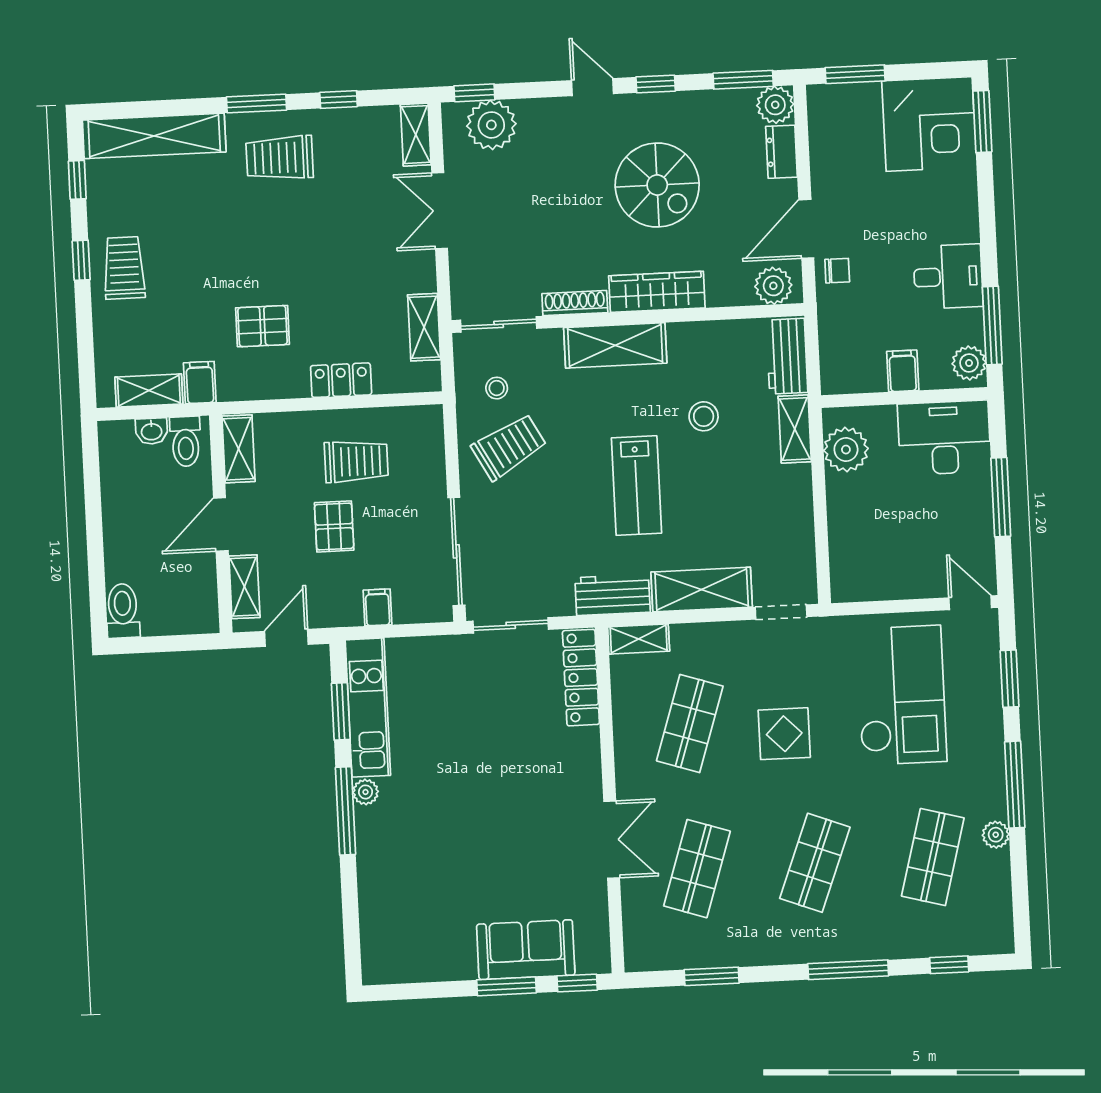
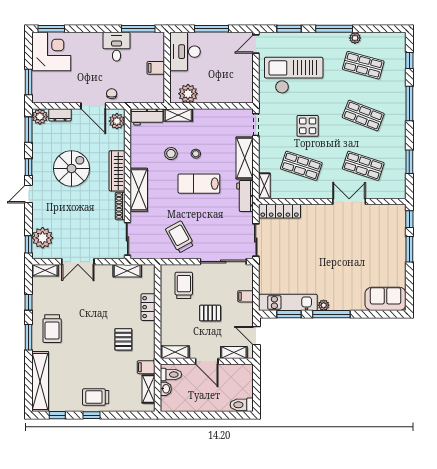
plant: (969, 363) -> (154, 40), removed
stool: (497, 388) -> (196, 154), moved
trolley: (356, 461) -> (184, 285), moved
lab bench: (636, 485) -> (199, 184), turned 180
sofa: (526, 950) -> (386, 299), moved, turned 90

